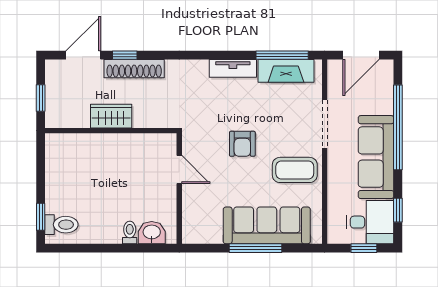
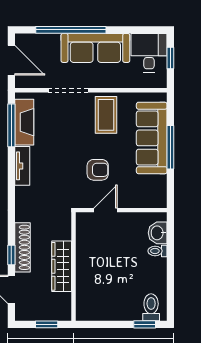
wardrobe: (111, 116) -> (62, 266), width x1.50
armchair: (242, 144) -> (98, 170), moved
window: (398, 210) -> (139, 30), removed

